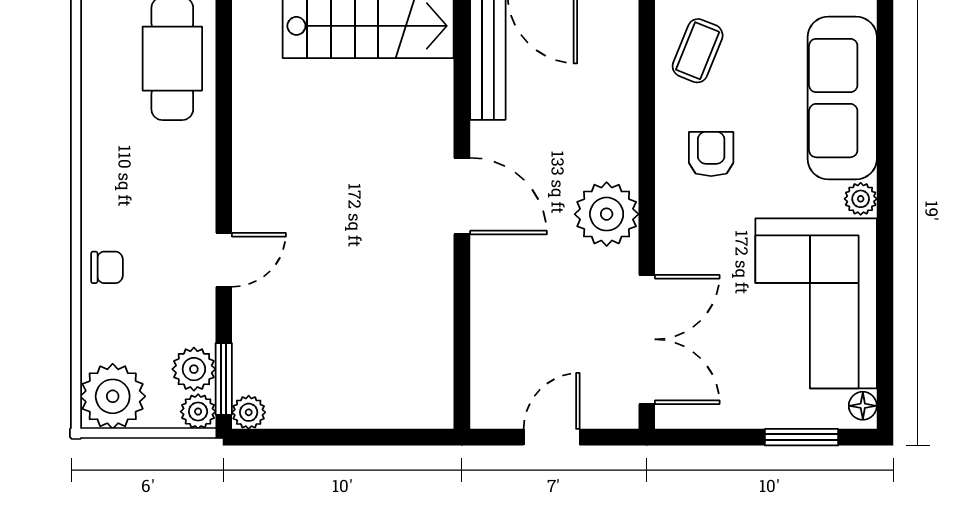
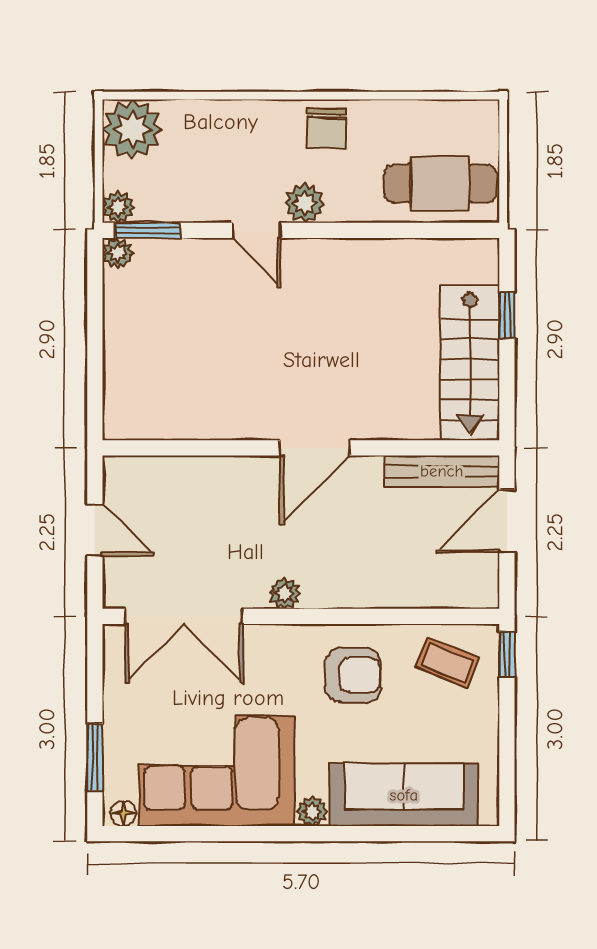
armchair: (711, 154) -> (353, 675), width x1.38, depth x1.38
plant: (607, 214) -> (285, 593), width x0.53, depth x0.53
chair: (107, 267) -> (327, 128), moved, width x1.37, depth x1.37
plant: (194, 369) -> (305, 203), moved

